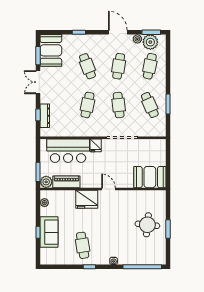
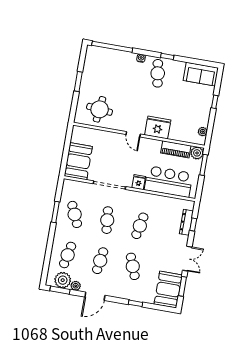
door: (118, 32) -> (95, 296), hinge flipped
booth: (150, 177) -> (78, 161), moved, turned 90
round table: (147, 225) -> (100, 109), moved
sofa: (49, 232) -> (201, 74), moved, turned -90
cafe table: (83, 245) -> (158, 73), moved

